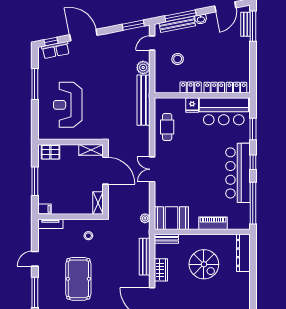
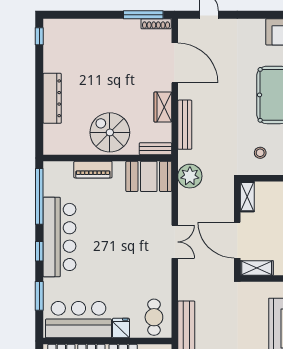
cafe table: (167, 127) -> (154, 317), moved
plant: (145, 218) -> (190, 176), width x1.87, depth x1.87
dresser: (243, 253) -> (52, 98), moved
spiral stairs: (204, 264) -> (110, 132), moved

